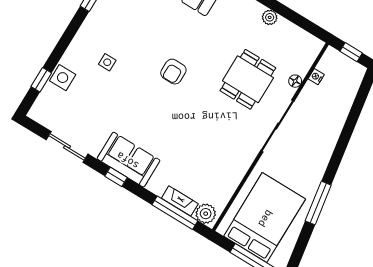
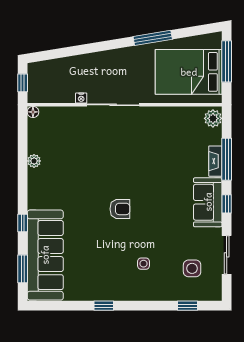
nightstand: (316, 77) -> (81, 98), moved
side table: (63, 78) -> (192, 268), moved
dining table: (248, 79) -> (91, 149), removed
floor lamp: (295, 81) -> (33, 112), moved
fireplace: (180, 201) -> (215, 161), moved
window: (175, 213) -> (227, 159), moved

